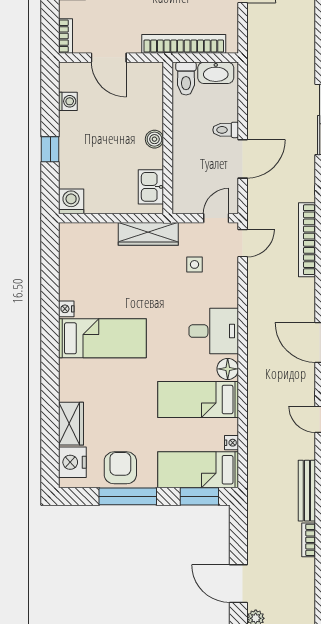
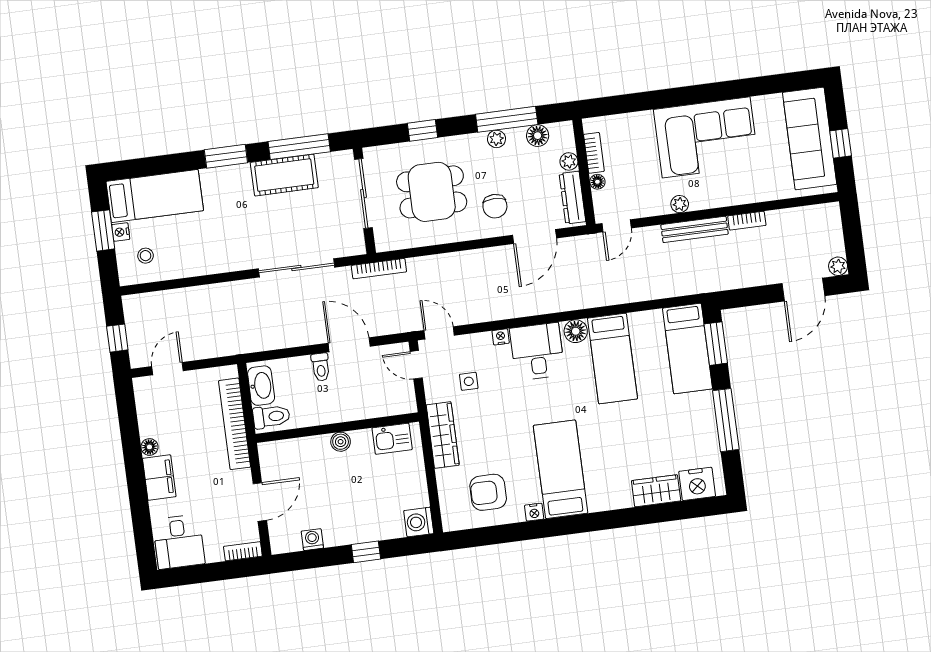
bookcase: (307, 240) -> (379, 269), moved, width x0.68, depth x0.76
nightstand: (232, 443) -> (501, 337), moved
armchair: (120, 468) -> (488, 492), moved

